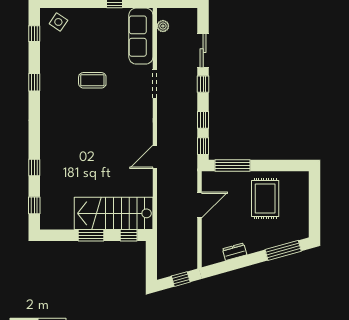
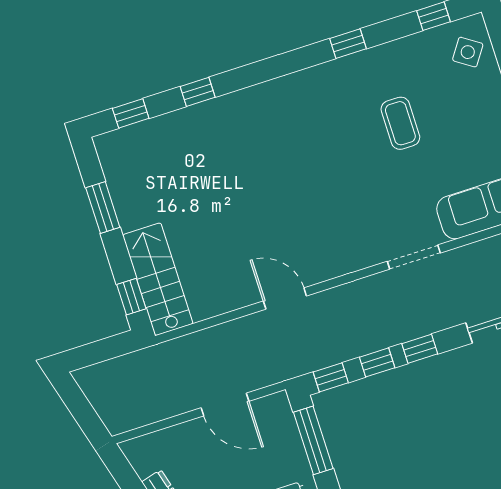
coffee table: (92, 80) -> (400, 123), moved
window: (203, 84) -> (420, 349), moved
stairs: (114, 213) -> (158, 279), width x0.73, depth x0.66
window: (91, 235) -> (103, 207), moved
window: (181, 279) -> (84, 413), removed

